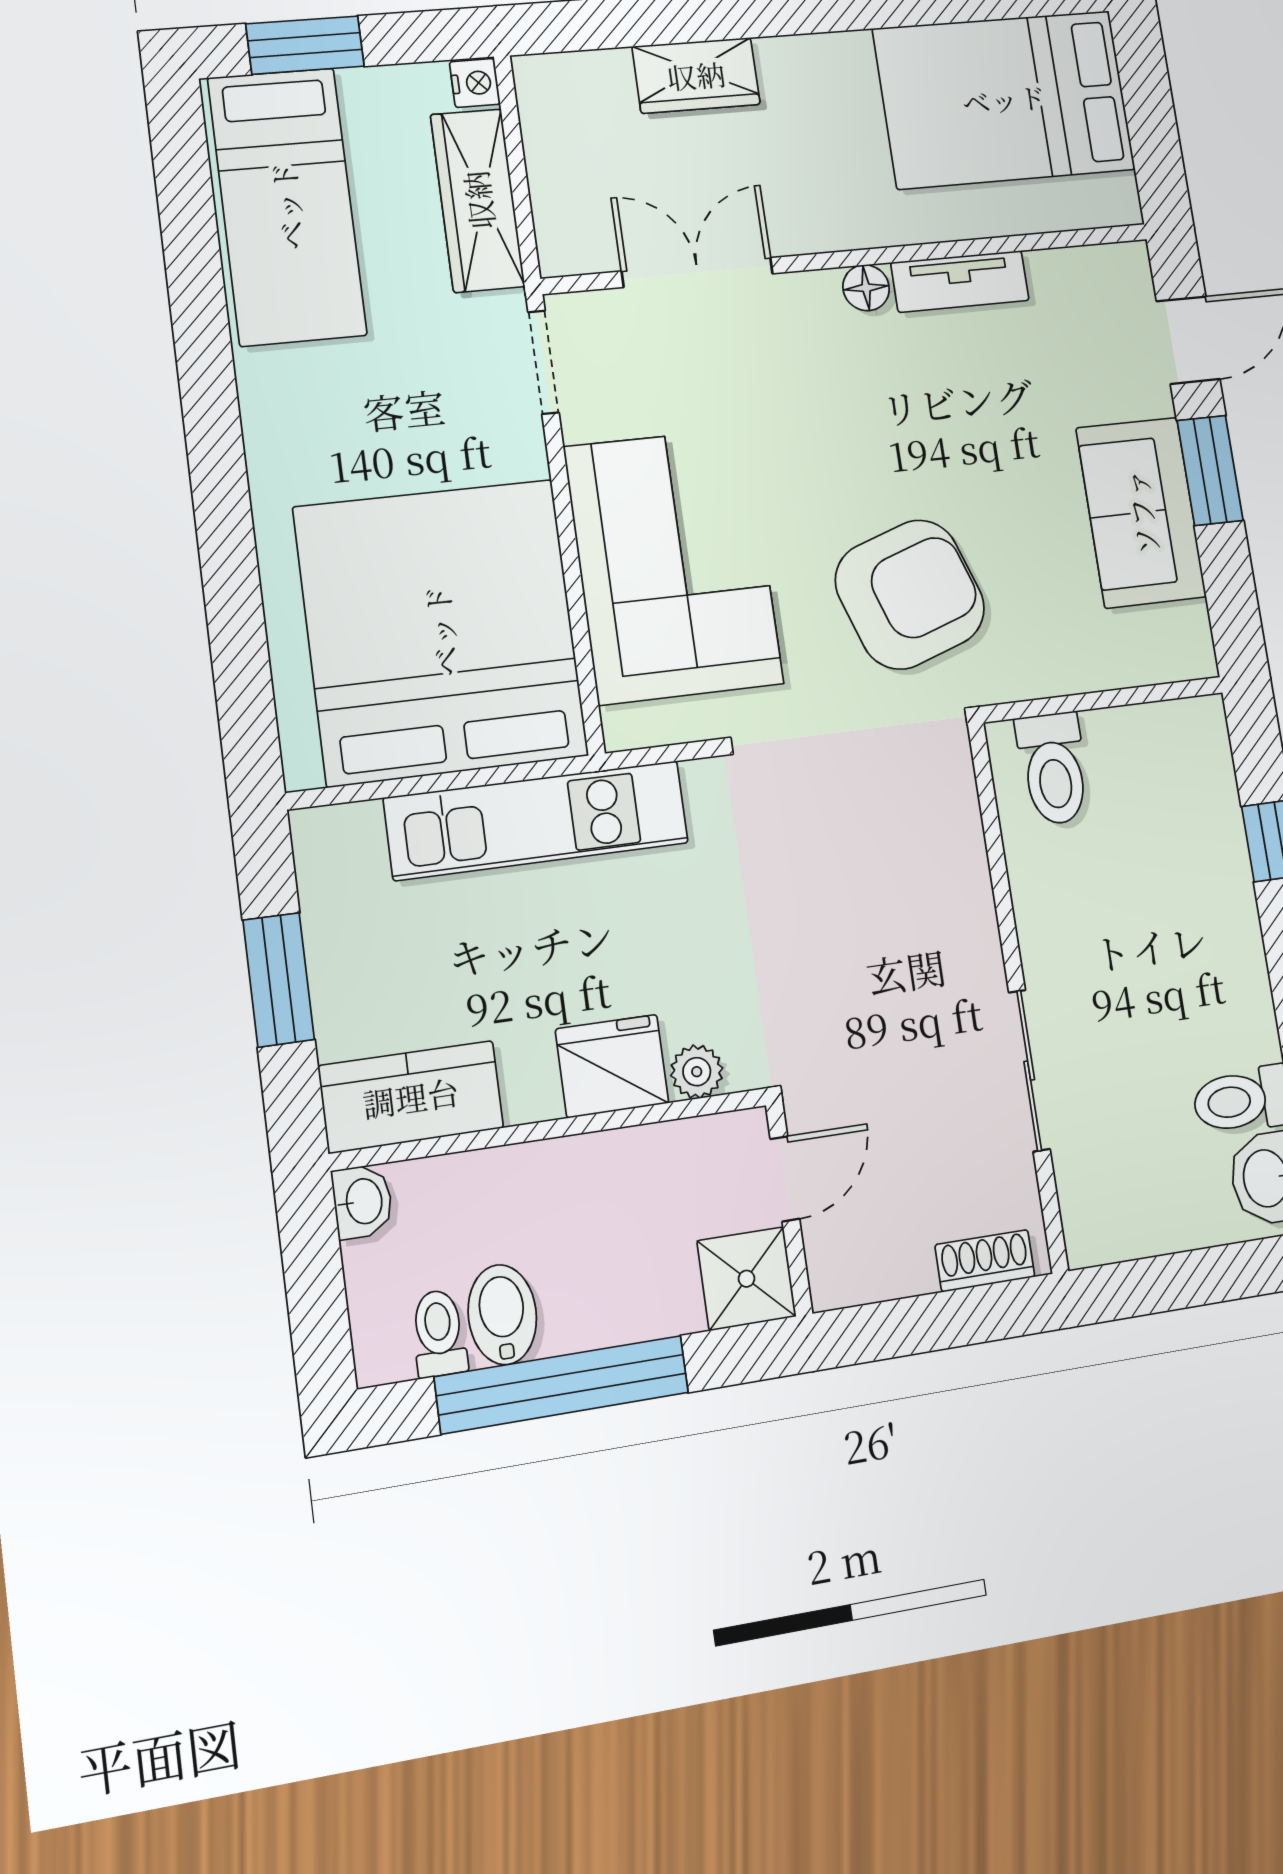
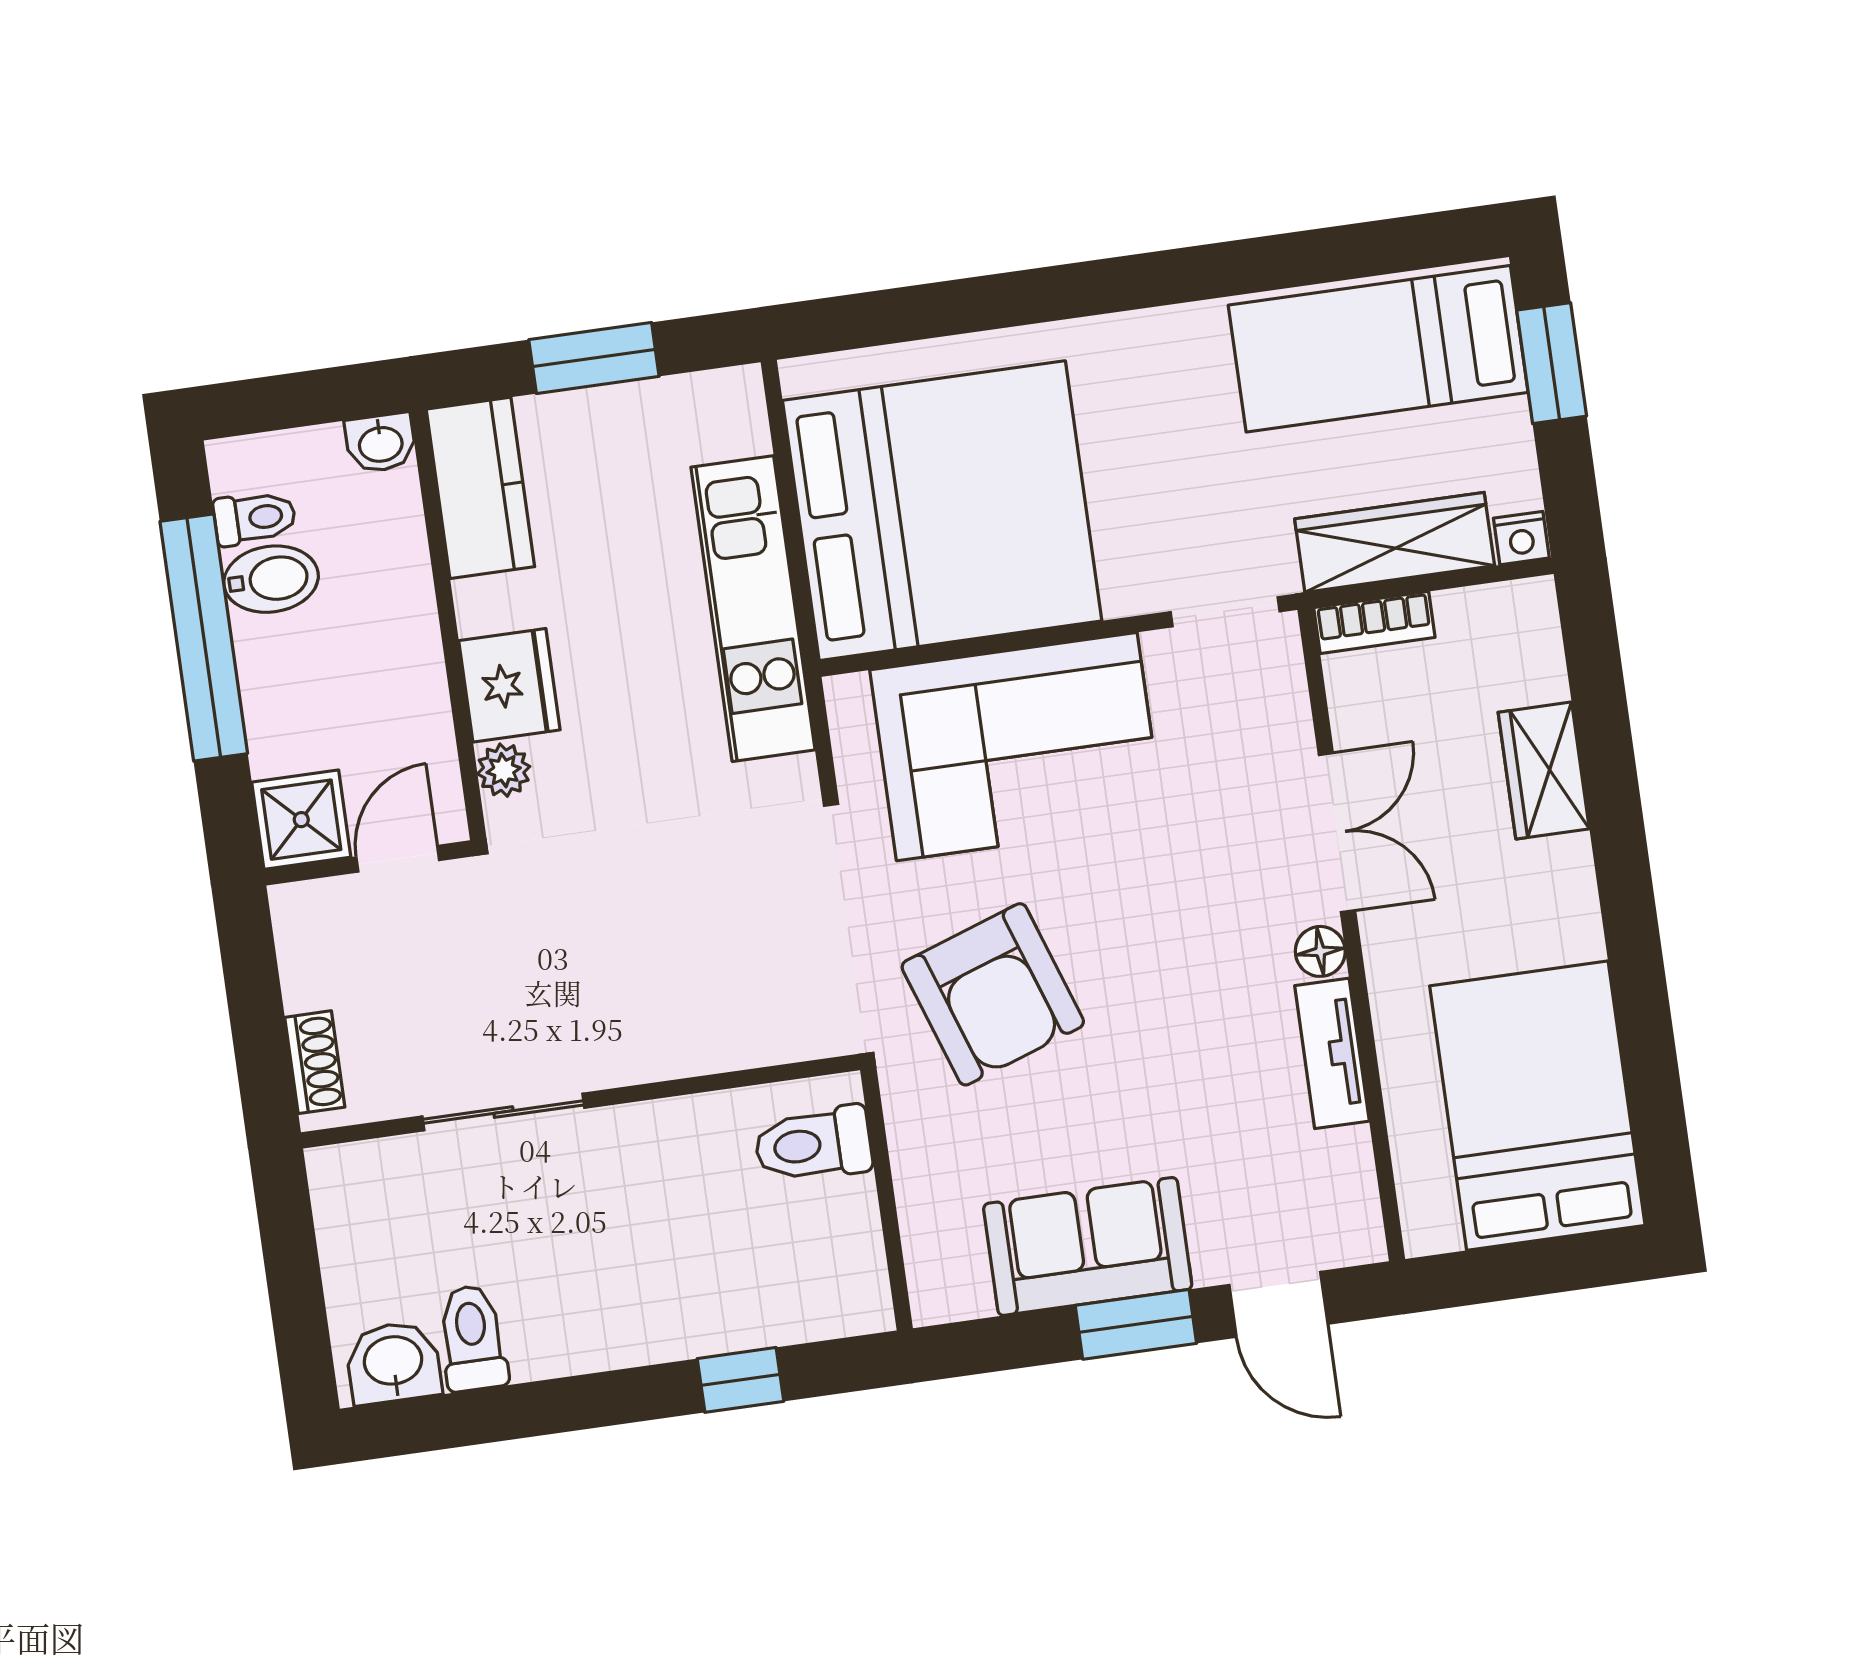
bookcase: (555, 223) -> (1374, 623), added
double door: (697, 272) -> (1337, 833), moved
door: (785, 1179) -> (398, 859), swing flipped

